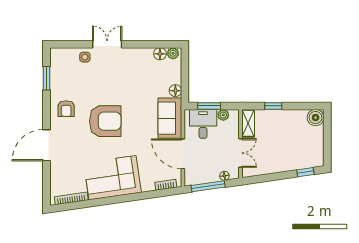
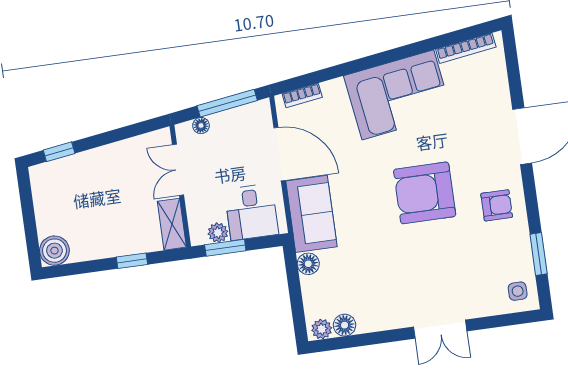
side table: (85, 57) -> (518, 291), moved
window: (209, 106) -> (225, 248), moved
armchair: (66, 109) -> (497, 205), turned 90

